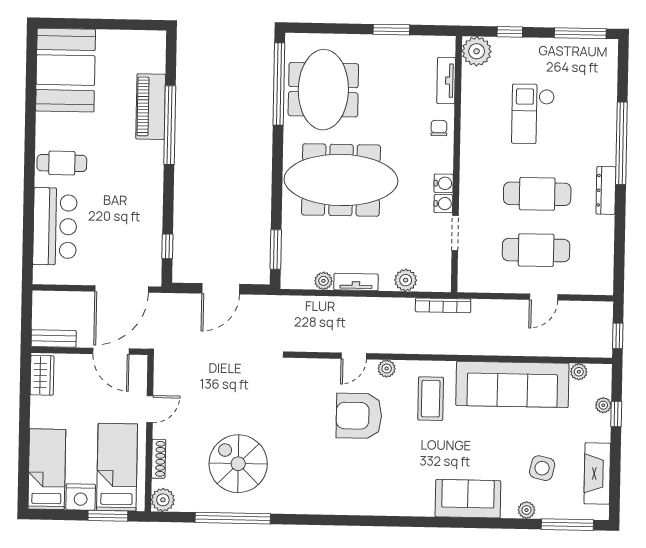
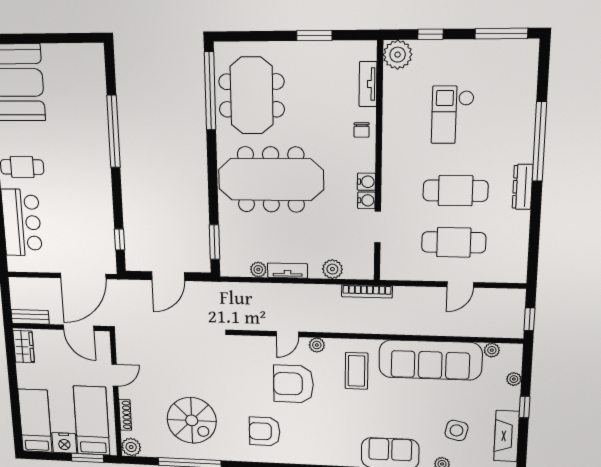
piano: (151, 107) -> (95, 115), removed
chair: (439, 128) -> (362, 130), turned 180
window: (616, 414) -> (525, 407), moved
spiral stairs: (238, 464) -> (192, 420), turned 180
armchair: (324, 475) -> (265, 431), added

